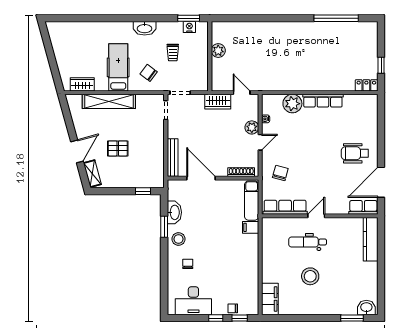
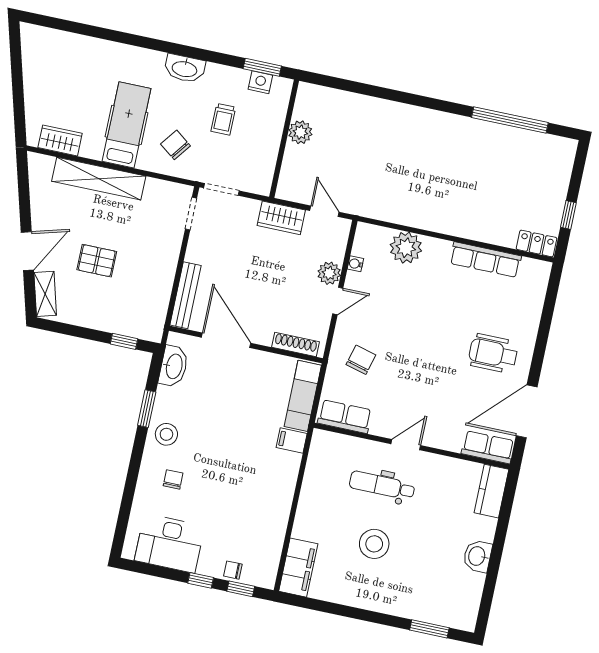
row of seats: (323, 101) -> (485, 260), moved
row of seats: (285, 207) -> (345, 417), width x0.68
washbasin: (174, 212) -> (174, 366), moved
kitchen counter: (371, 239) -> (491, 491), width x0.67
washbasin: (366, 308) -> (477, 556), moved, turned -90

